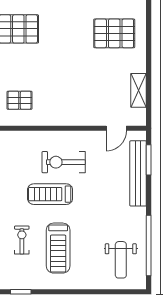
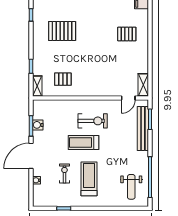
pallet: (114, 33) -> (127, 34), width x0.67, depth x0.71
shelving: (139, 90) -> (143, 85), moved
exercise bike: (64, 162) -> (93, 121), turned 180
treadmill: (58, 248) -> (89, 179), turned 180

